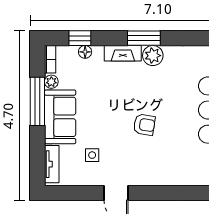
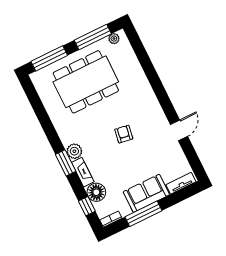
floor lamp: (85, 52) -> (96, 192), width x1.89, depth x1.89
plant: (51, 82) -> (126, 211), removed
side table: (92, 155) -> (161, 159), removed

